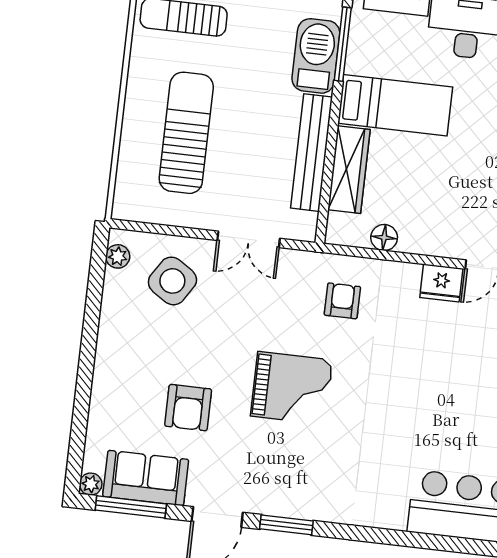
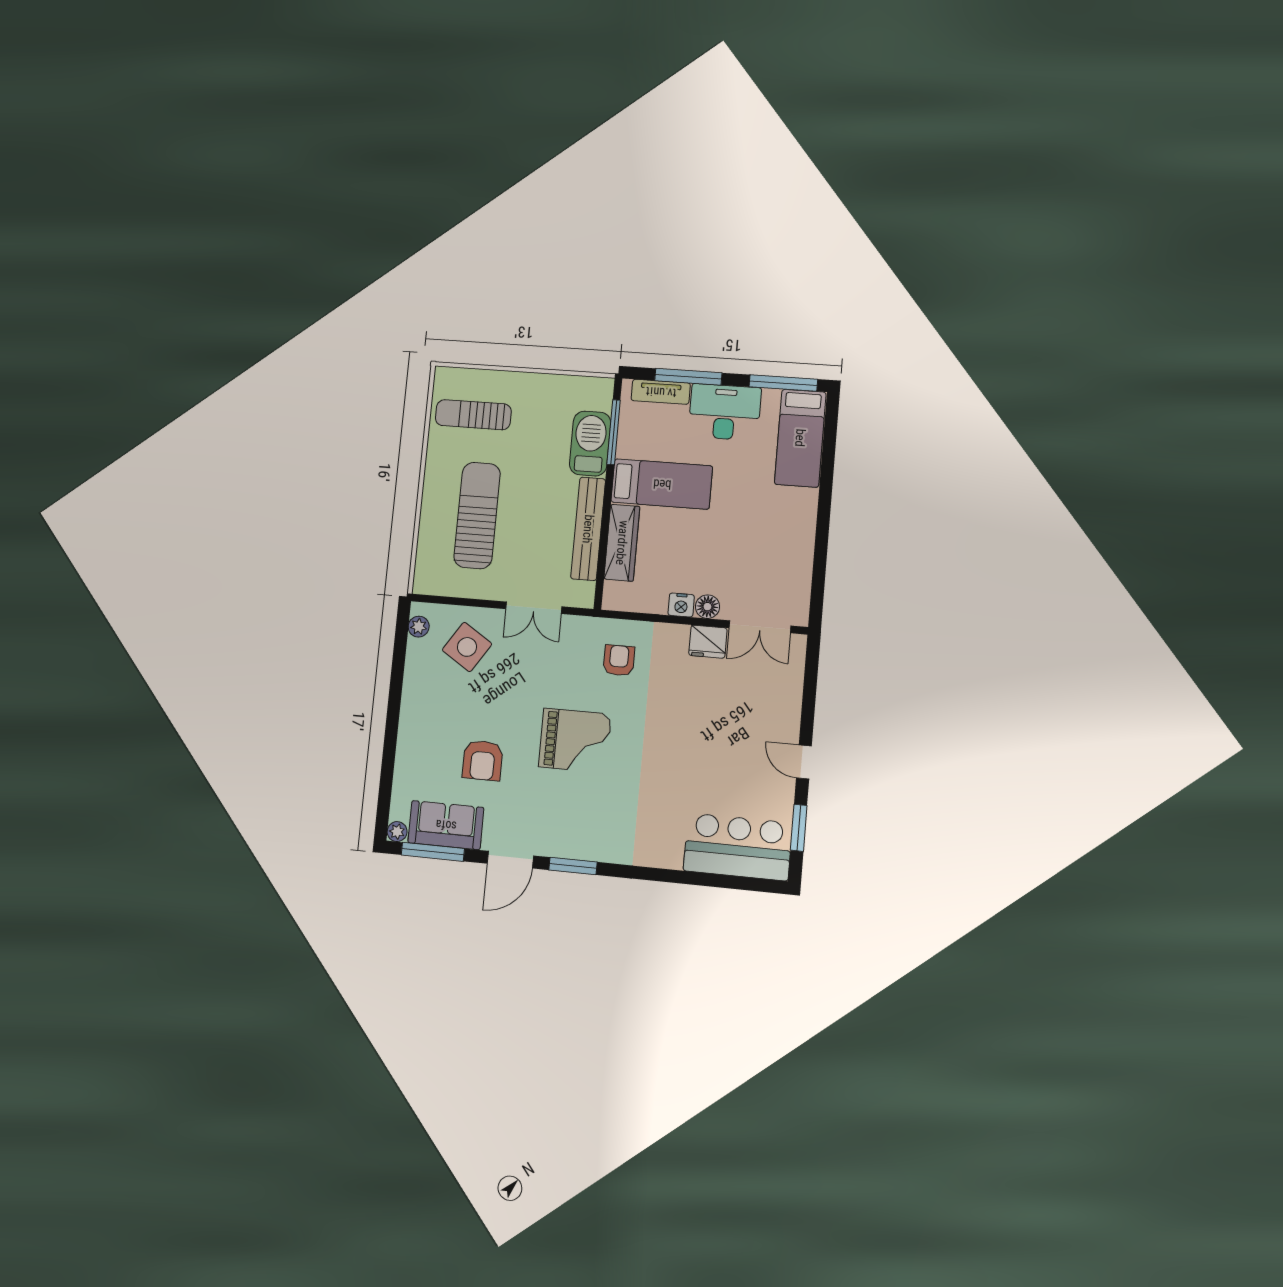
floor lamp: (384, 238) -> (707, 607), moved
nightstand: (413, 241) -> (681, 605), added

